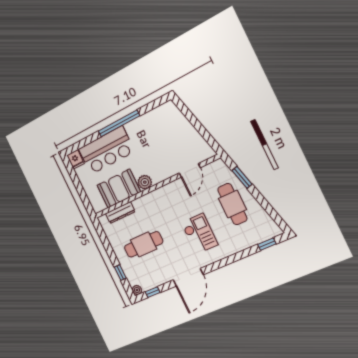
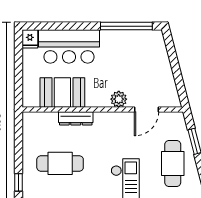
window: (119, 124) -> (126, 26), moved
plant: (145, 182) -> (119, 99), moved
dresser: (120, 213) -> (76, 118), moved

